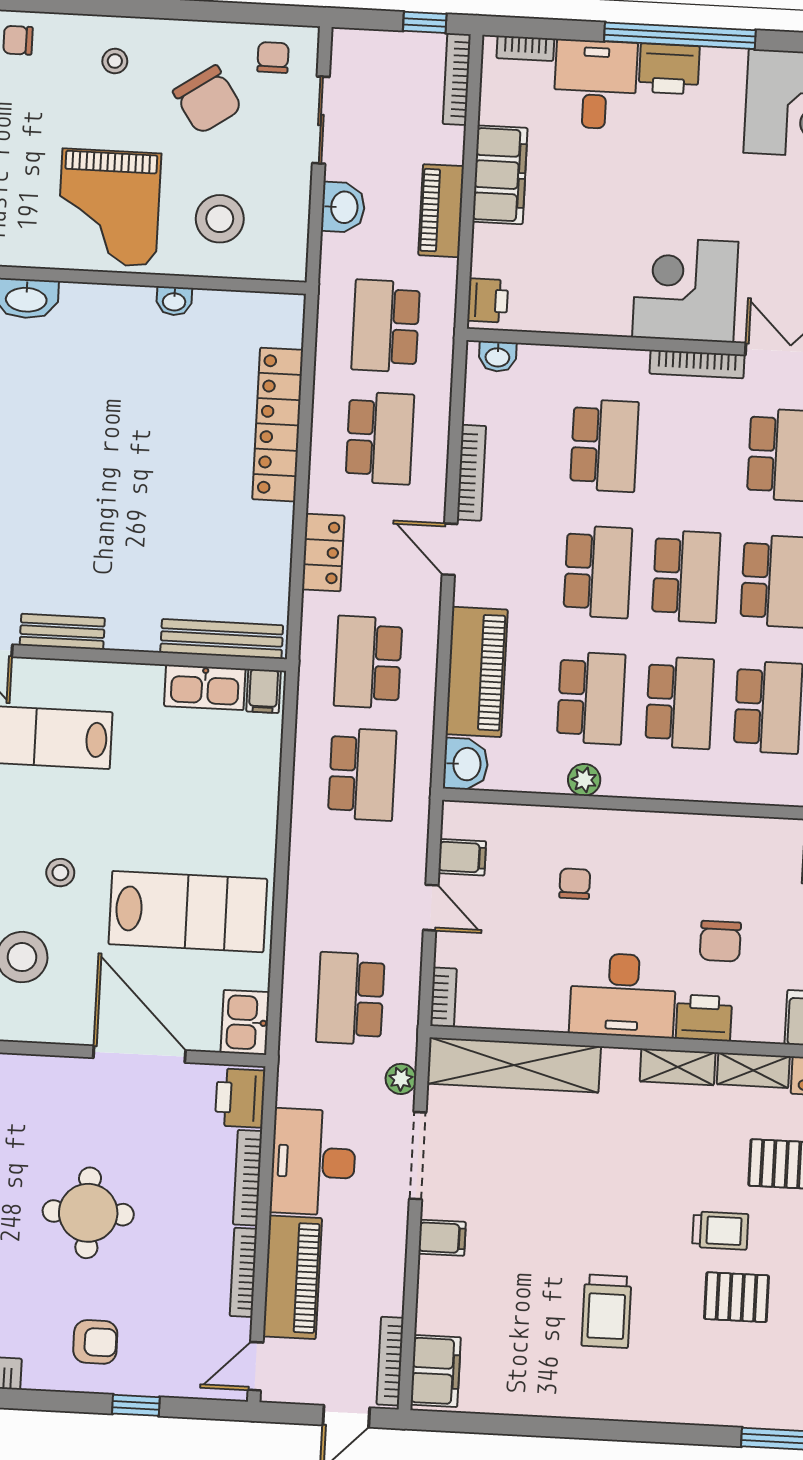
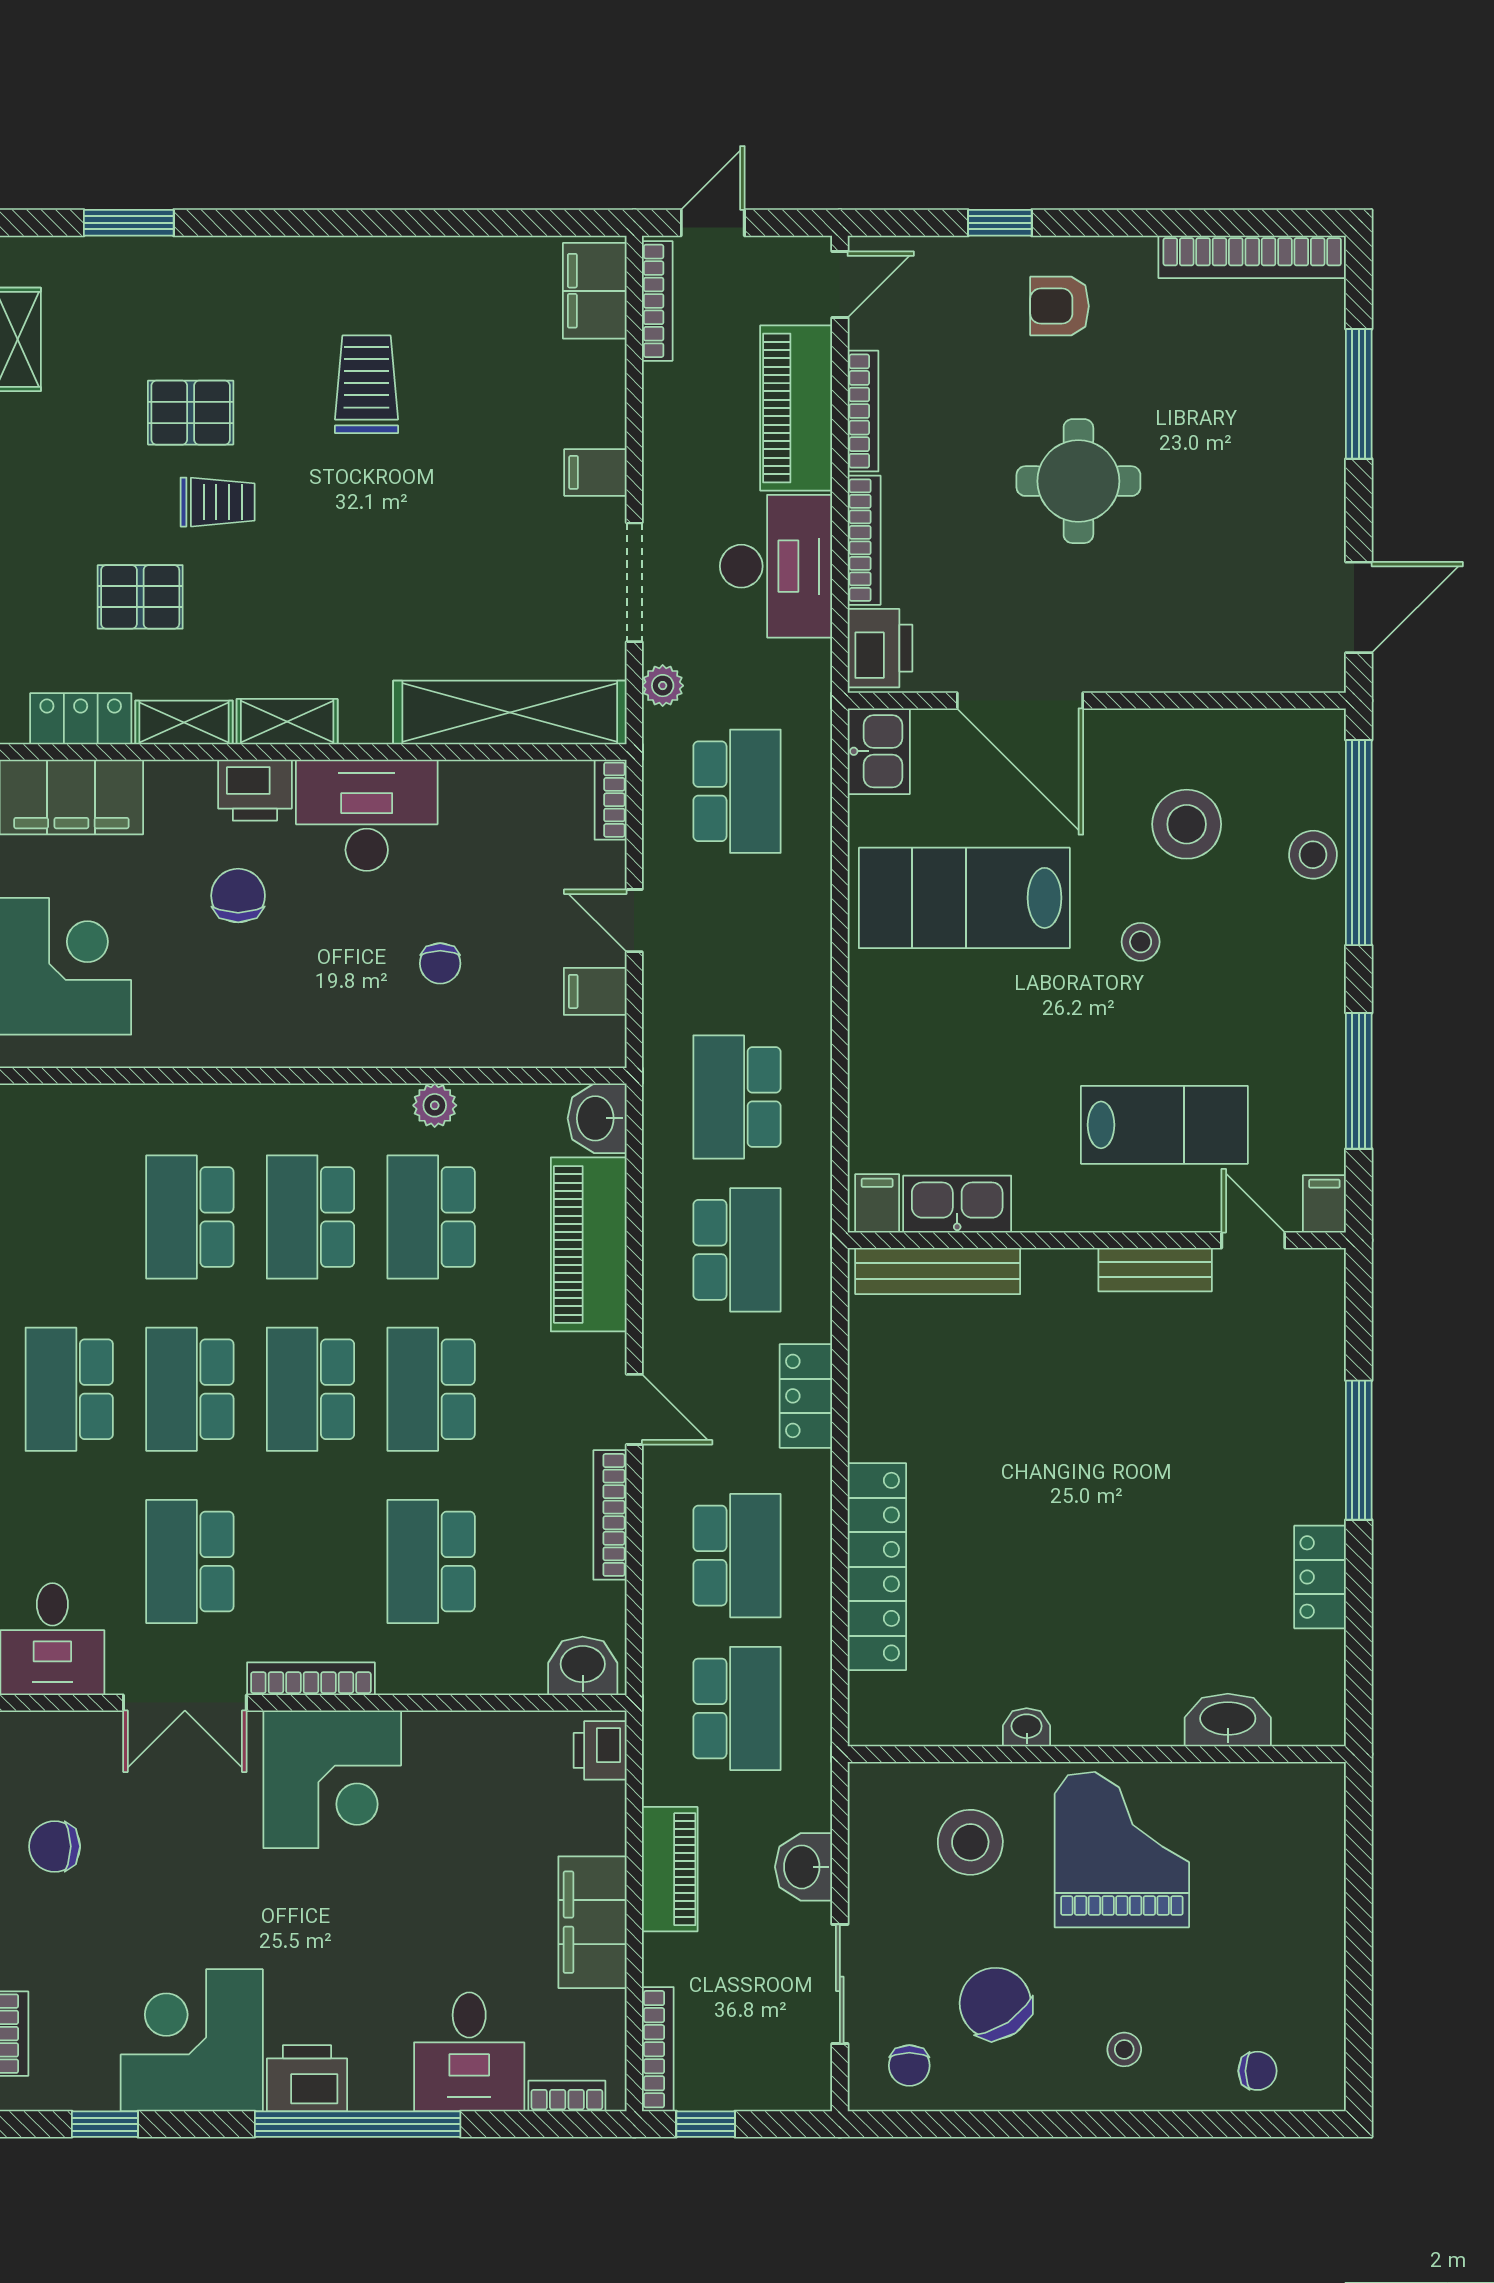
printer: (669, 69) -> (307, 2078), moved
washbasin: (498, 357) -> (583, 1666), width x1.38, depth x1.45
school desk: (380, 438) -> (737, 1556), turned 180
trolley: (720, 1231) -> (218, 502), turned 180

